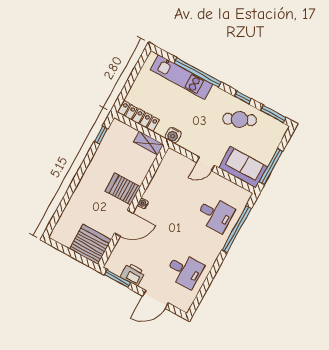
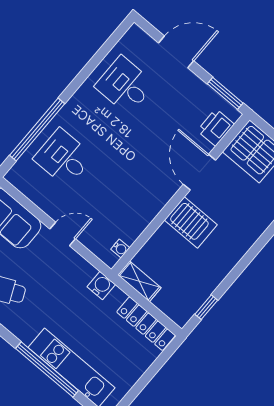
water cooler: (143, 203) -> (120, 248), moved
door: (124, 223) -> (199, 172), hinge flipped
printer: (133, 274) -> (216, 127), moved, turned 90

